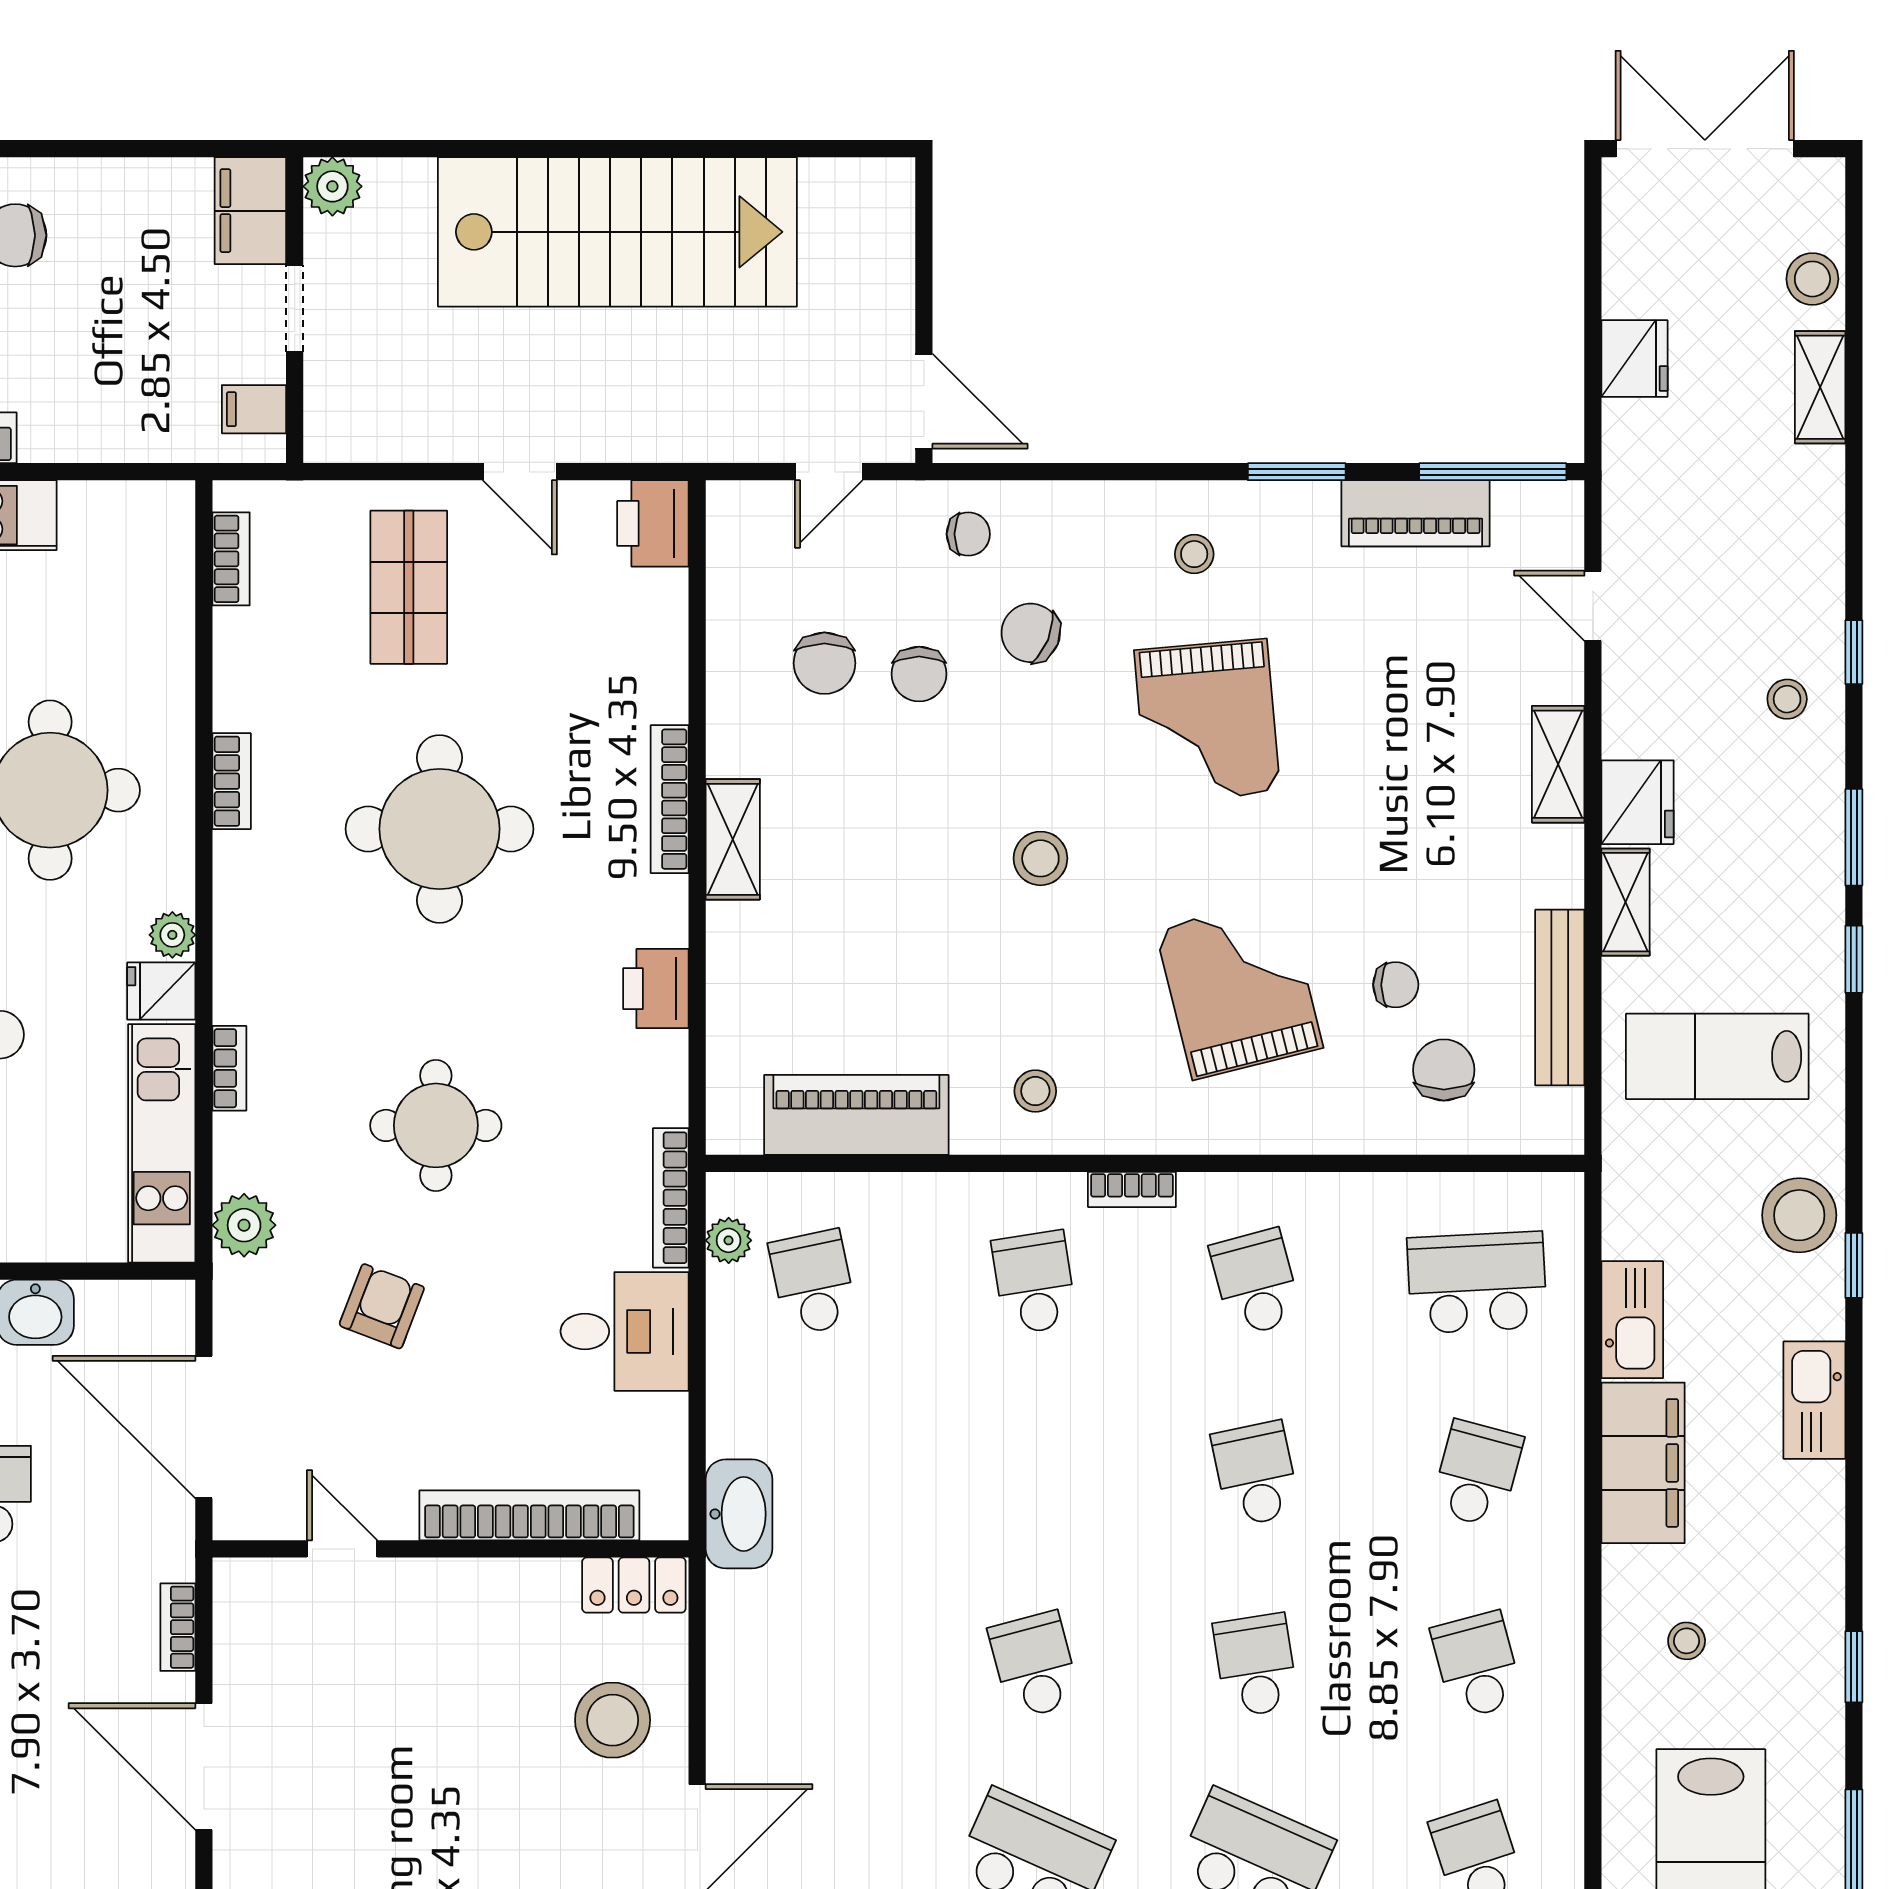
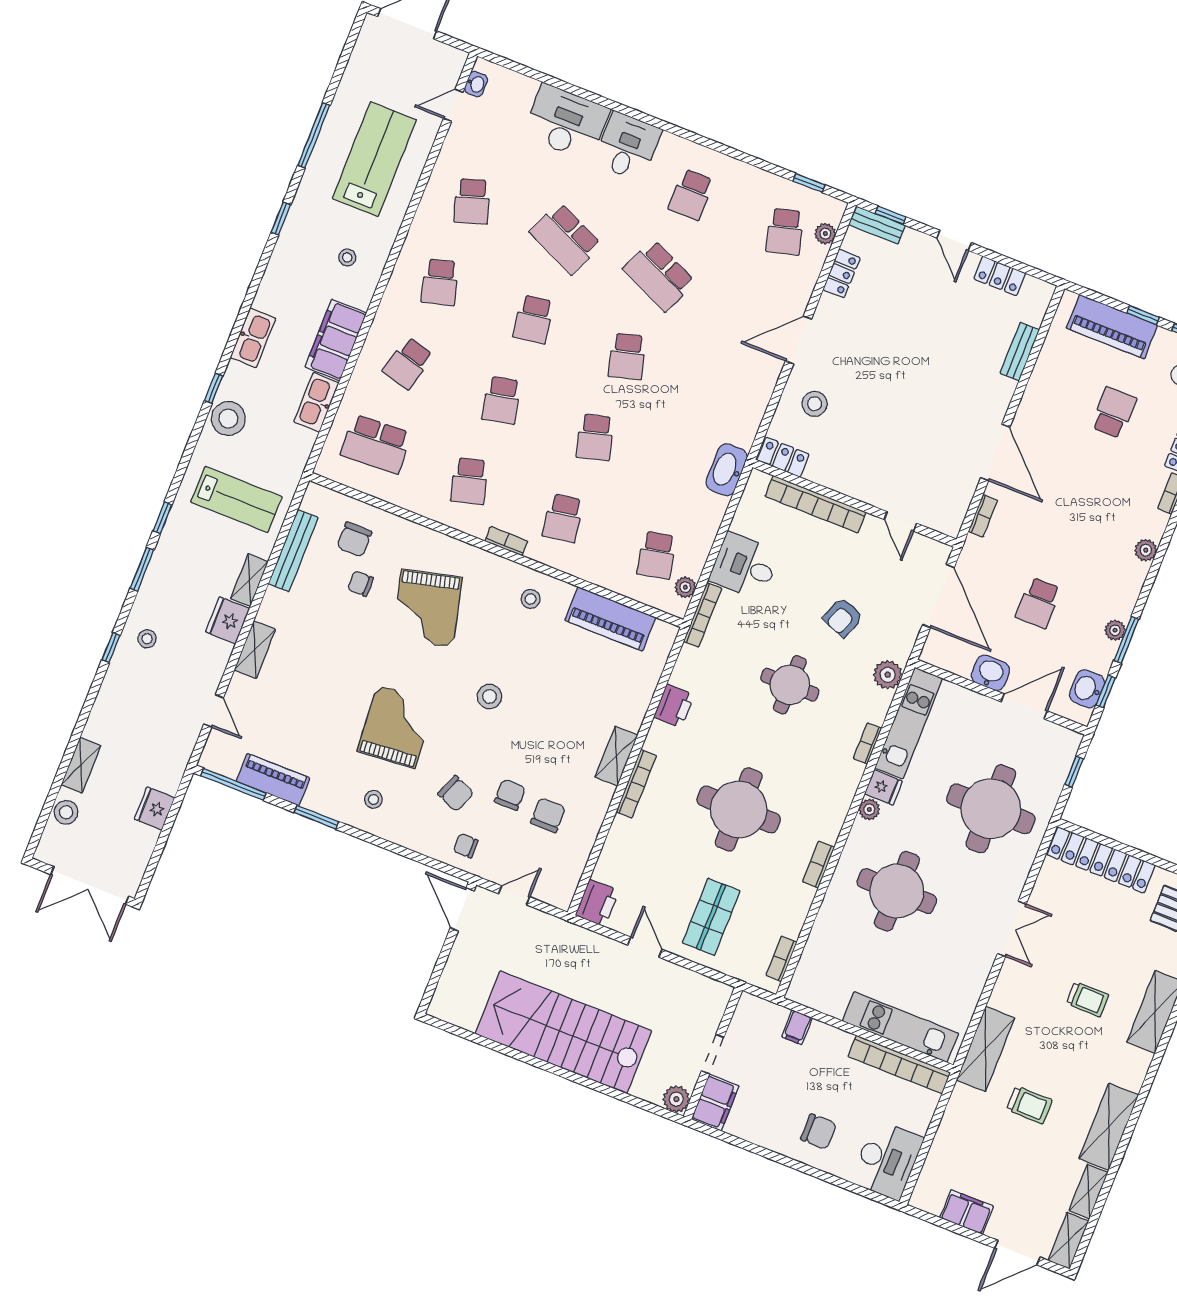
filing cabinet: (254, 409) -> (797, 1027), moved, turned 90
school desk: (1034, 1474) -> (595, 437), added
stool: (613, 1720) -> (815, 404), width x0.73, depth x0.73

